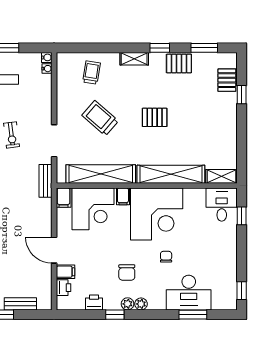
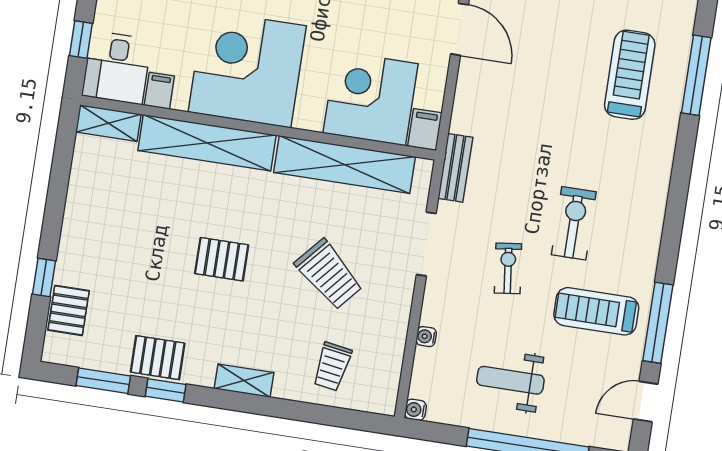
window: (160, 48) -> (166, 390), moved
water cooler: (47, 69) -> (426, 337), moved
filing cabinet: (123, 196) -> (159, 91), moved

